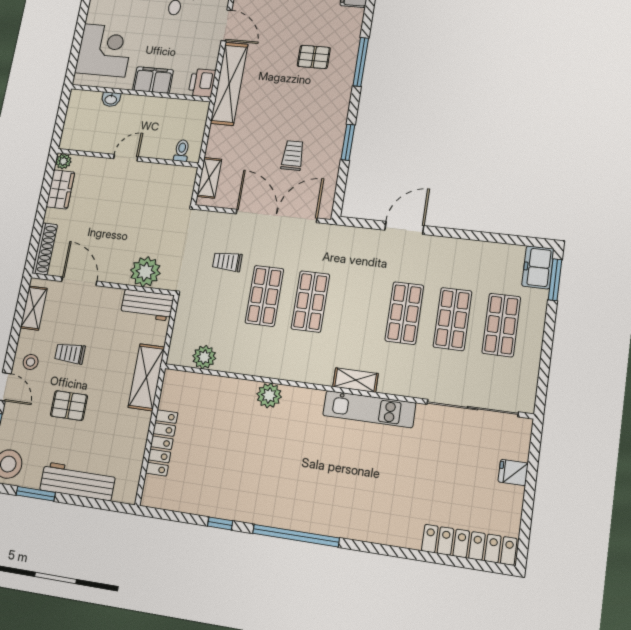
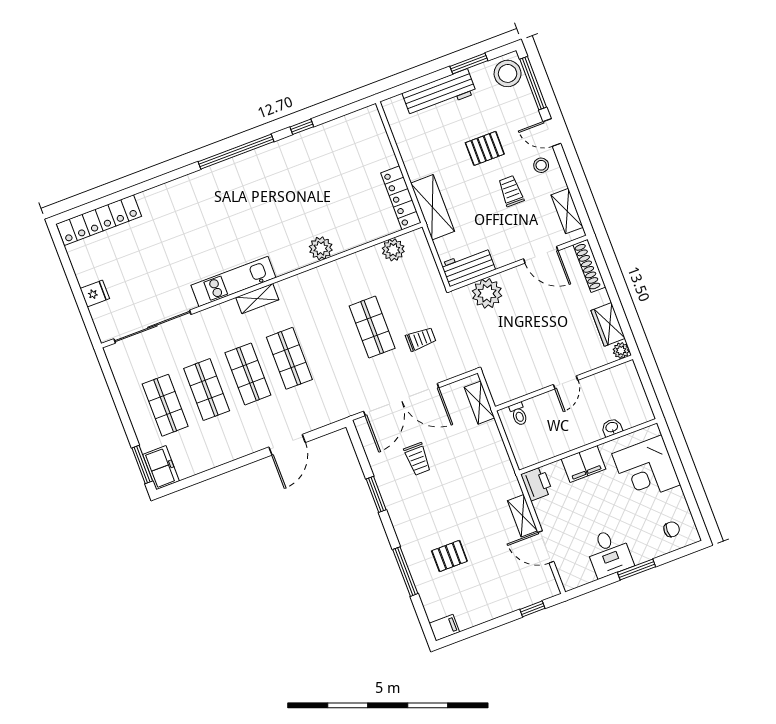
shelving: (229, 84) -> (522, 516), width x0.45, depth x0.75
shop shelf: (310, 301) -> (289, 358), moved
trolley: (70, 353) -> (511, 191), turned -90
locker: (162, 443) -> (401, 198), moved

